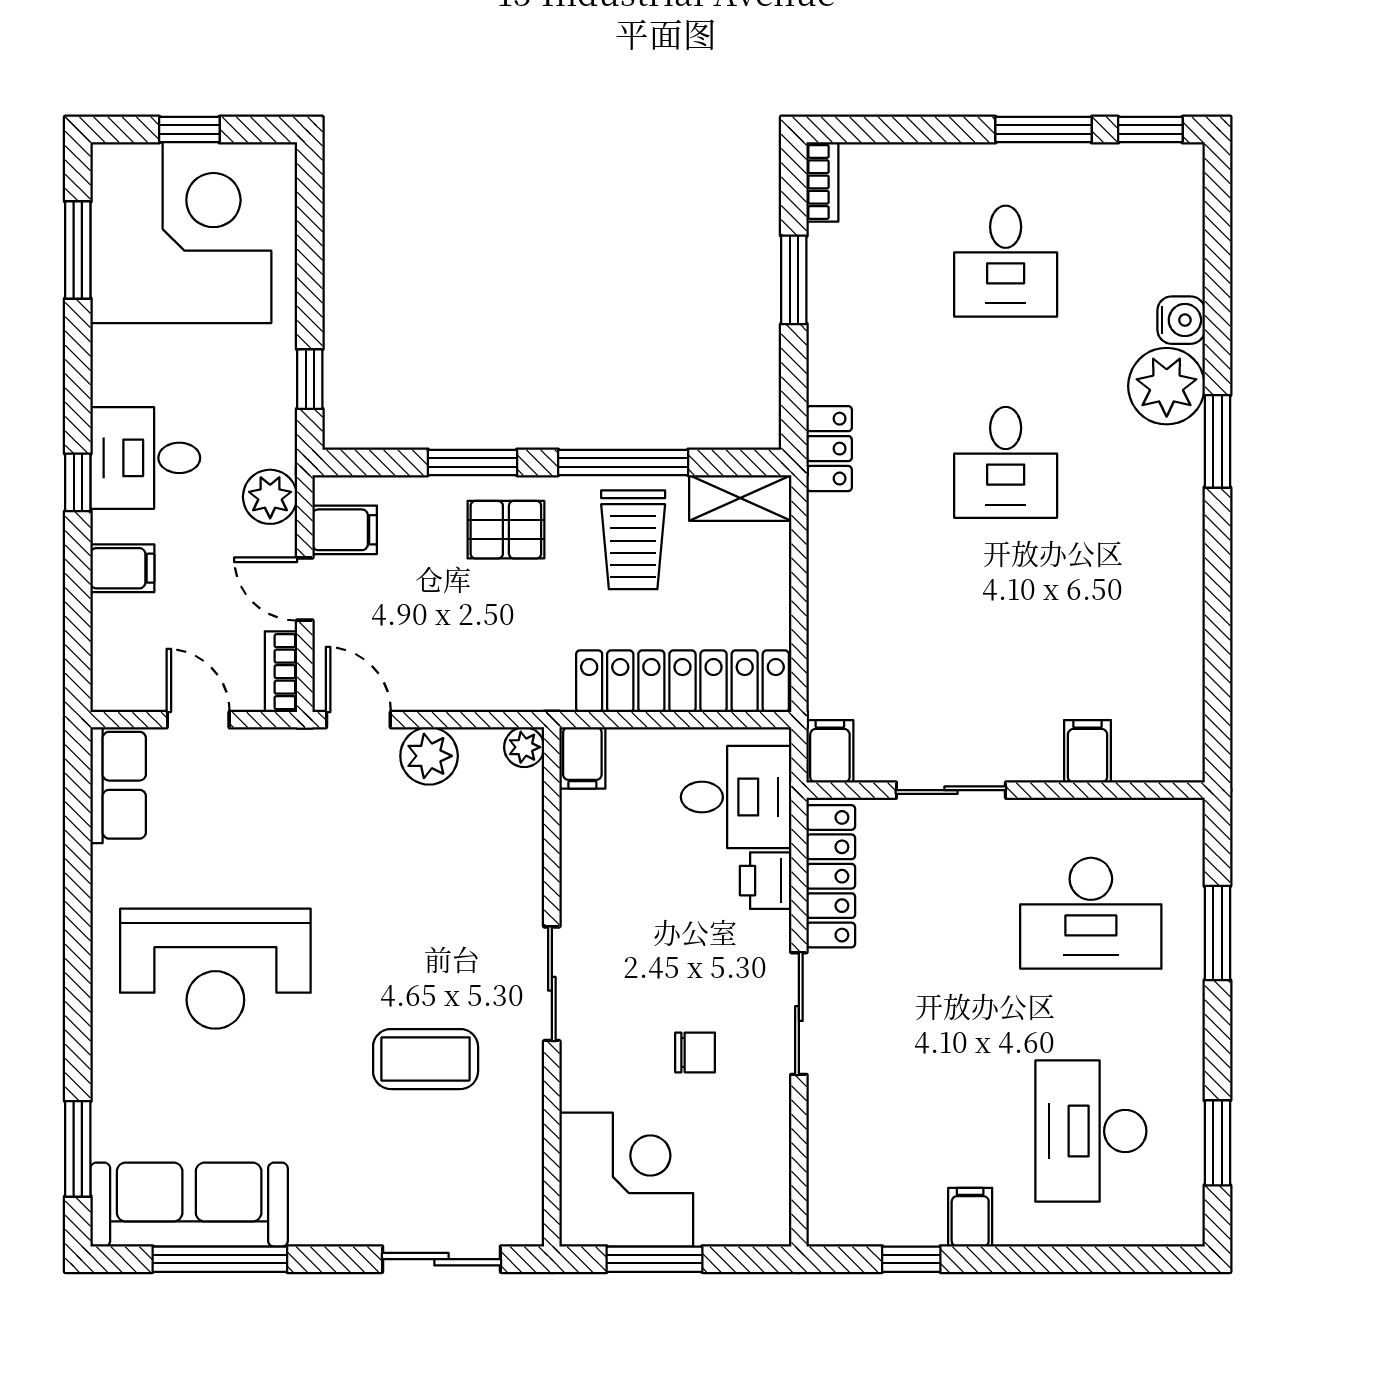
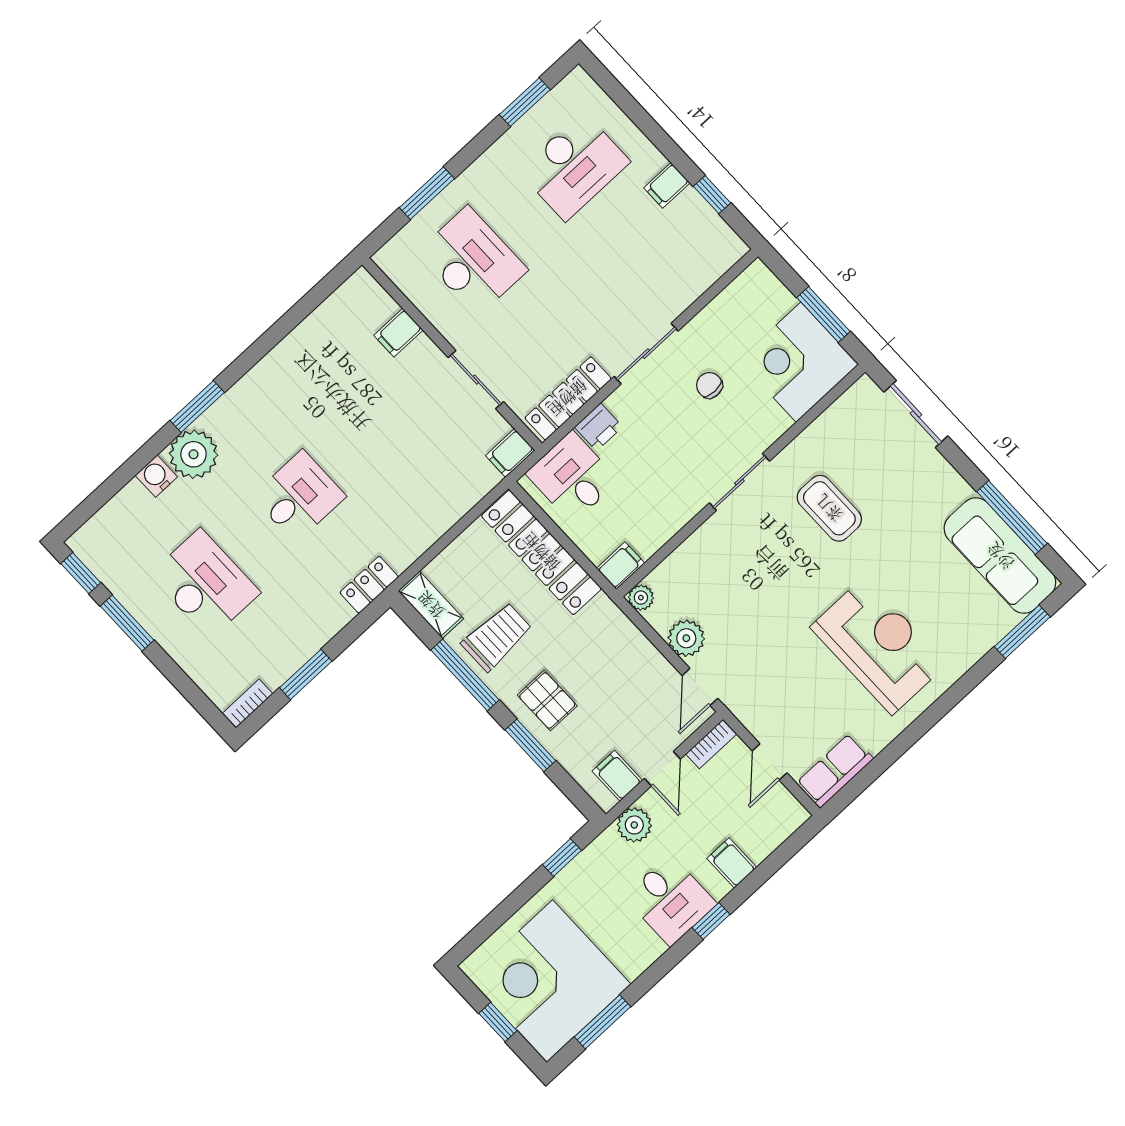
desk: (1006, 261) -> (205, 584), width x1.37

